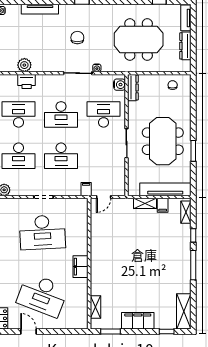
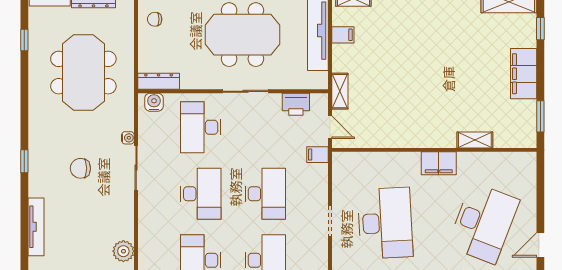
printer: (27, 81) -> (296, 104), moved, turned 90
shelving: (145, 203) -> (340, 91), moved
shelving: (95, 307) -> (475, 140), moved

